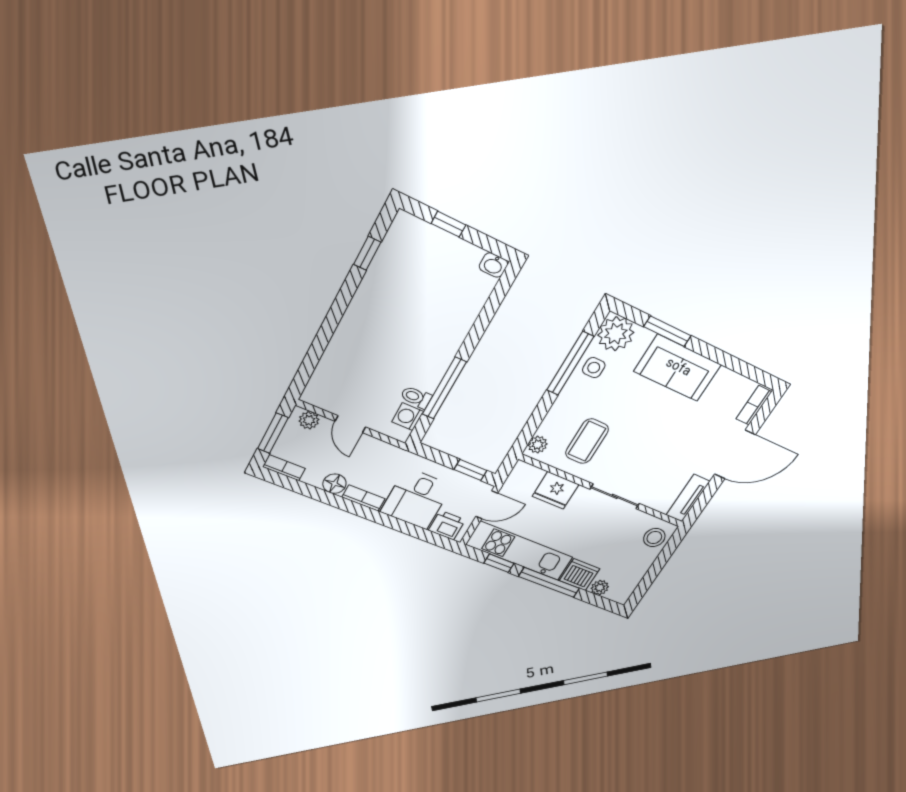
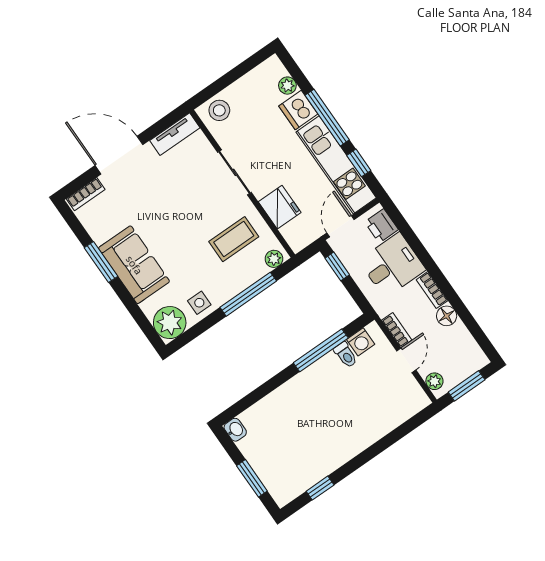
window: (449, 224) -> (252, 478), width x1.50
window: (667, 331) -> (101, 262), moved
window: (570, 363) -> (248, 294), moved
bookcase: (284, 468) -> (397, 330), moved, turned 180
door: (487, 505) -> (341, 226), hinge flipped

